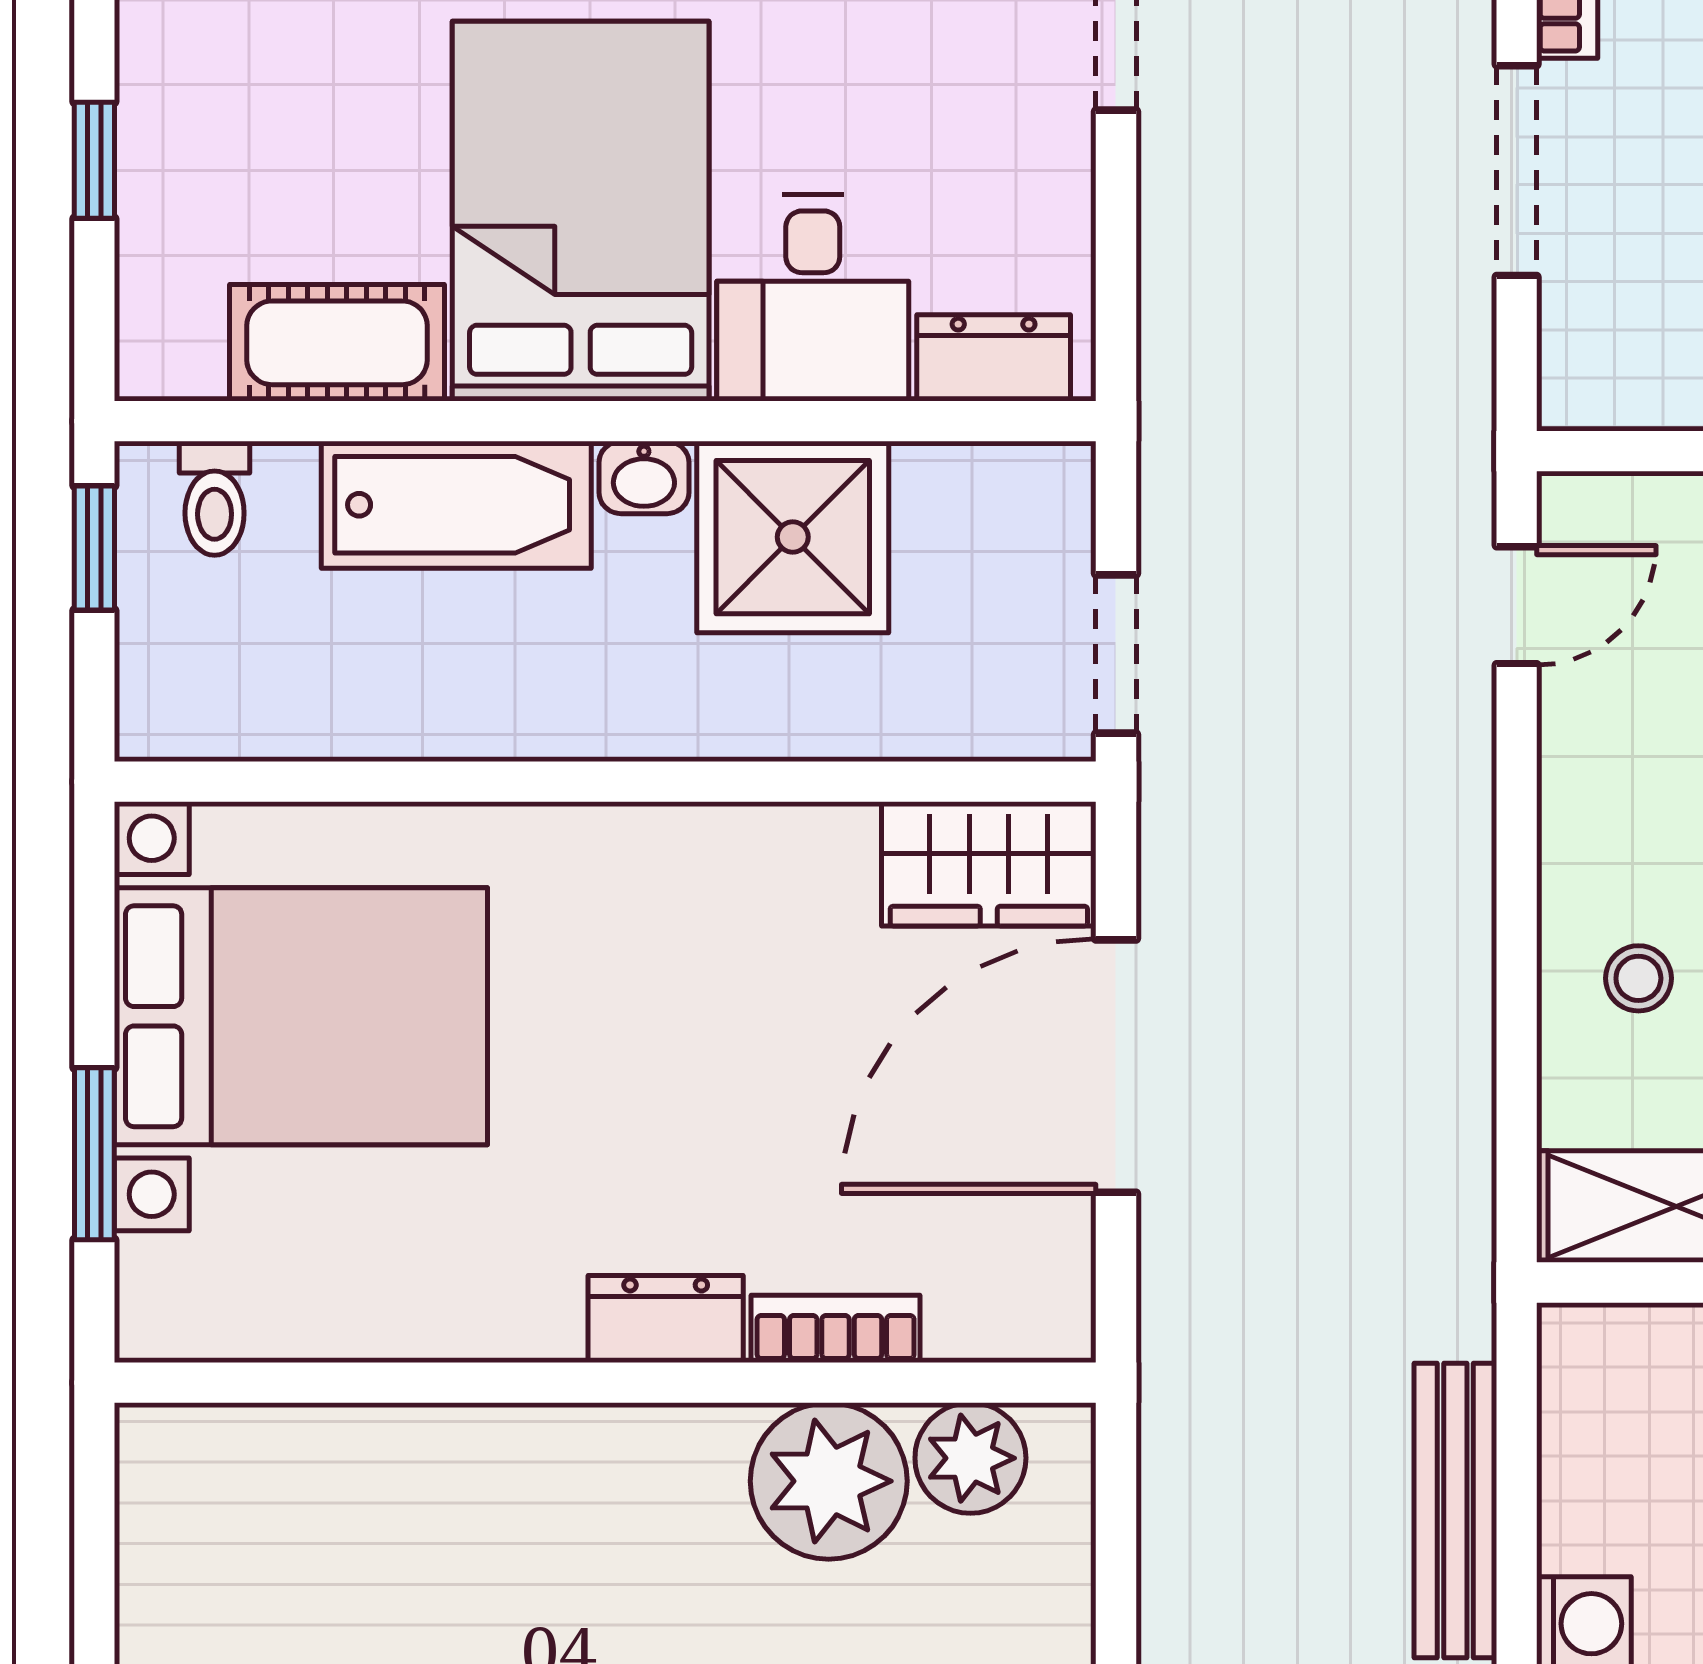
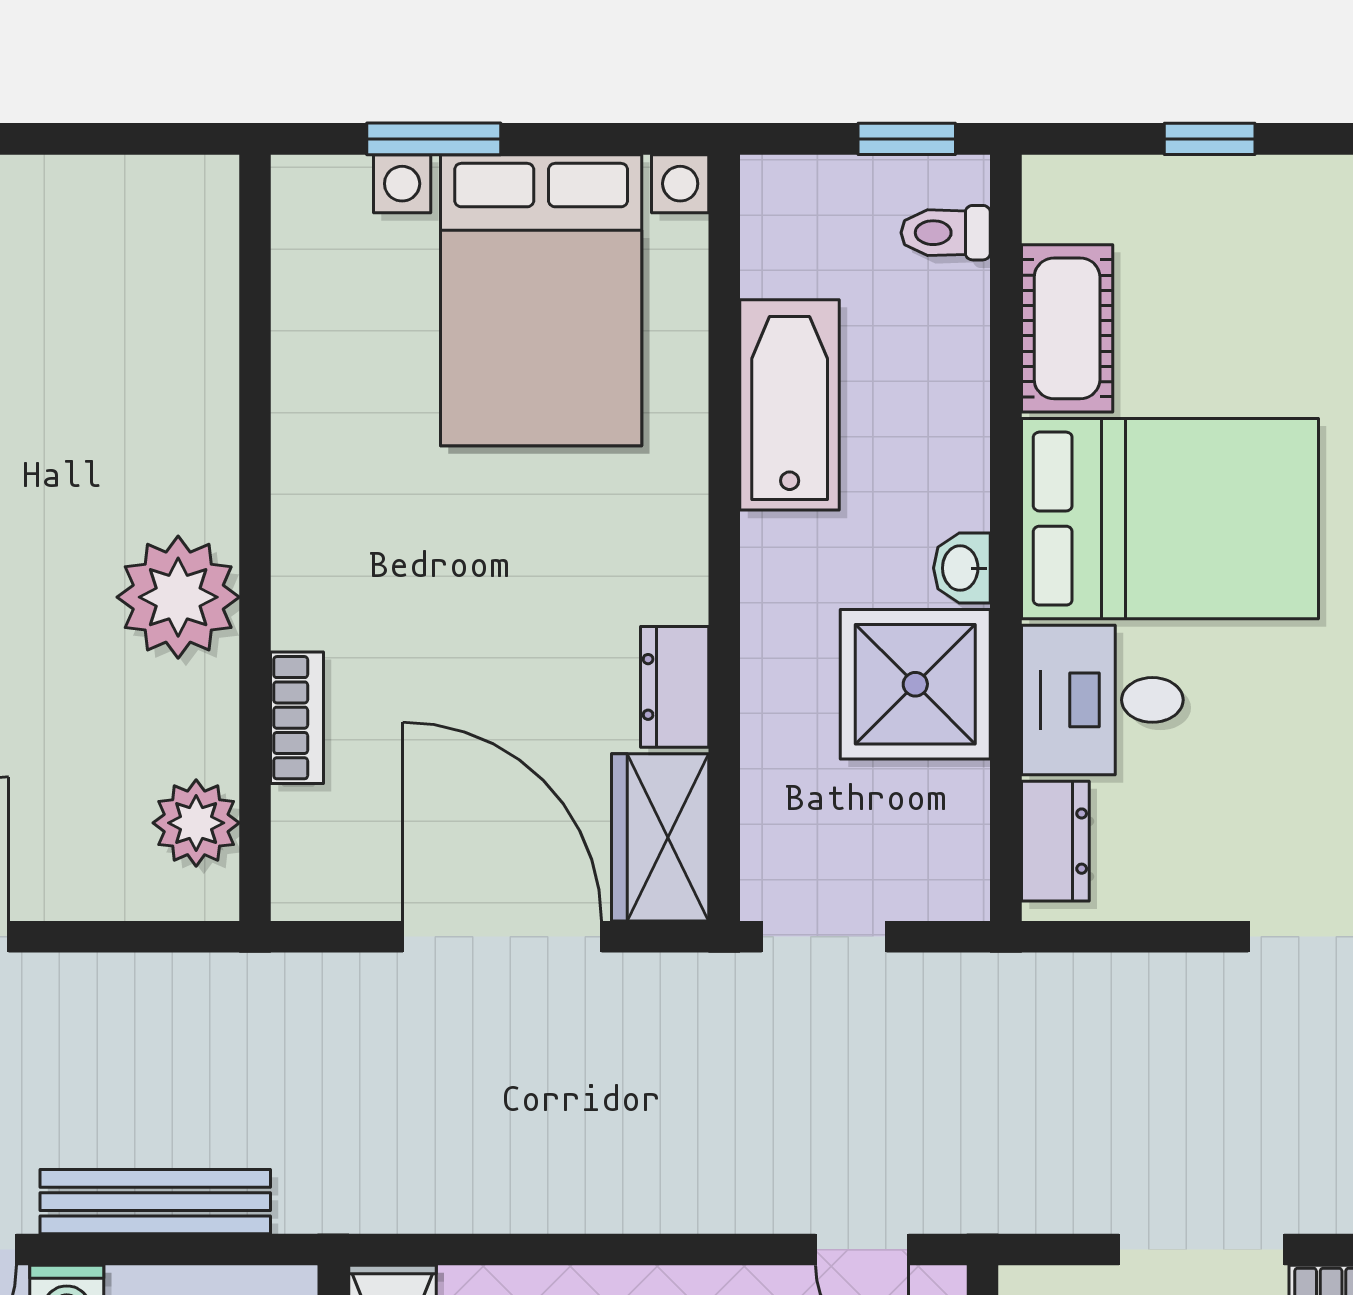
bathtub: (456, 505) -> (790, 405), moved, turned 180
dresser: (666, 1319) -> (675, 687), moved, turned 180
plant: (829, 1481) -> (178, 597), moved

